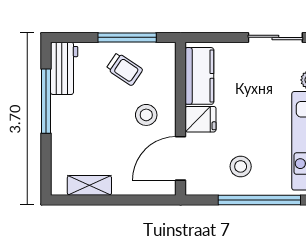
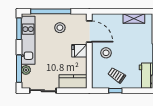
window: (127, 37) -> (115, 91), width x0.46
kitchen counter: (199, 76) -> (73, 81), moved, turned 90
door: (181, 158) -> (89, 32), hinge flipped

